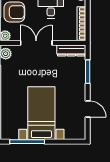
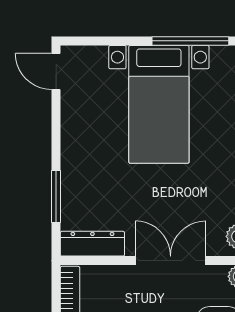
double door: (36, 43) -> (171, 261), swing flipped
door: (88, 109) -> (56, 72), moved

